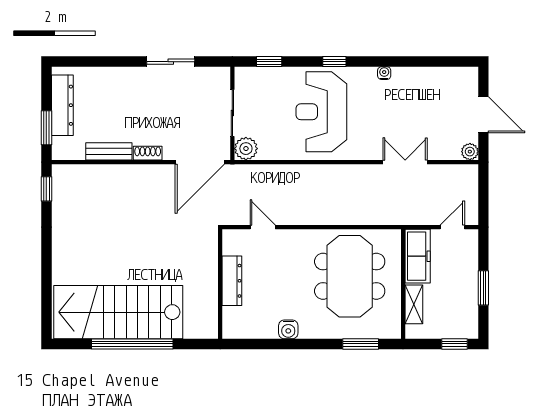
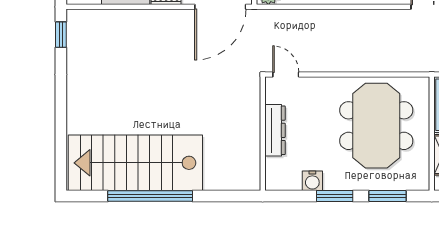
dresser: (232, 281) -> (275, 130), moved
wall: (220, 284) -> (263, 134), moved
window: (310, 344) -> (335, 196), added

